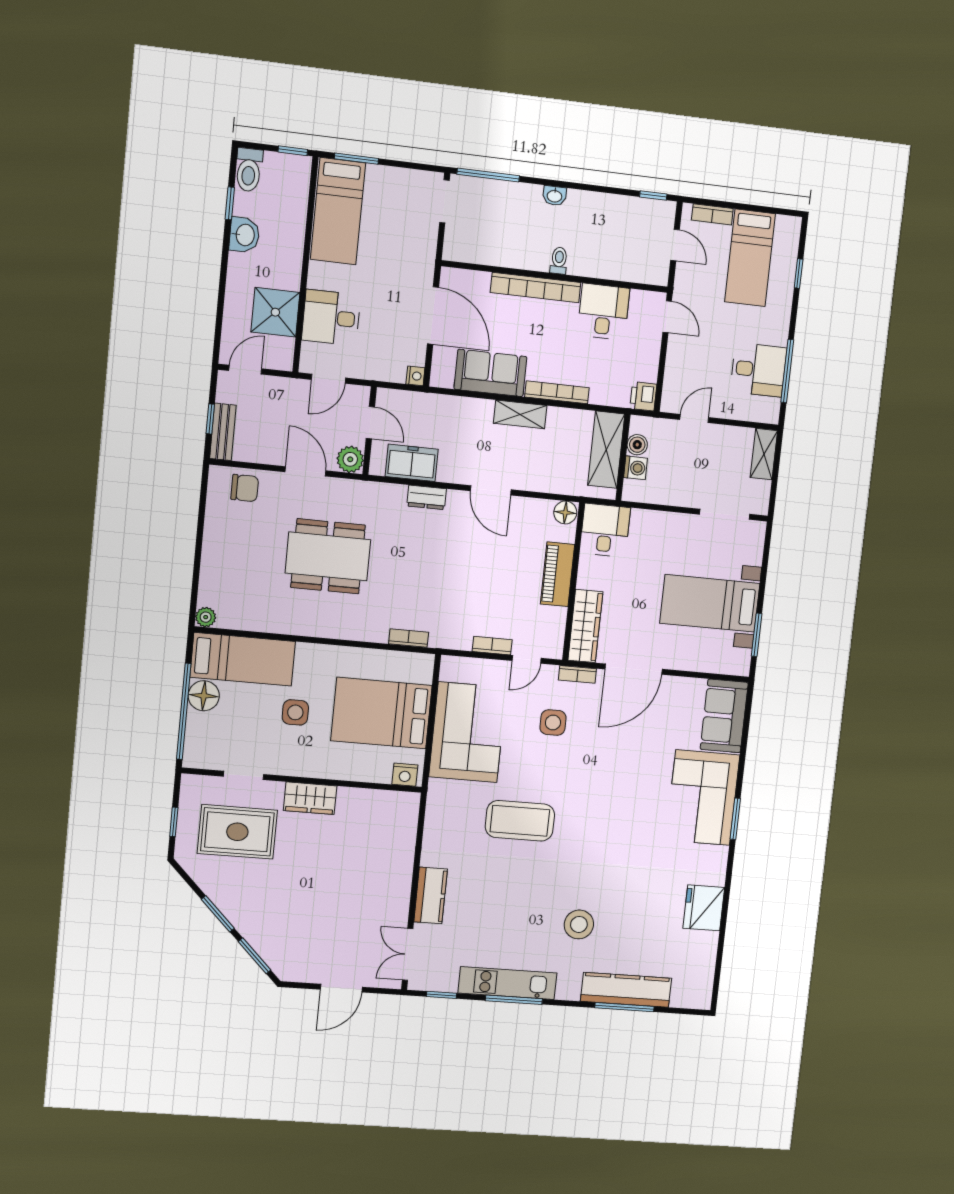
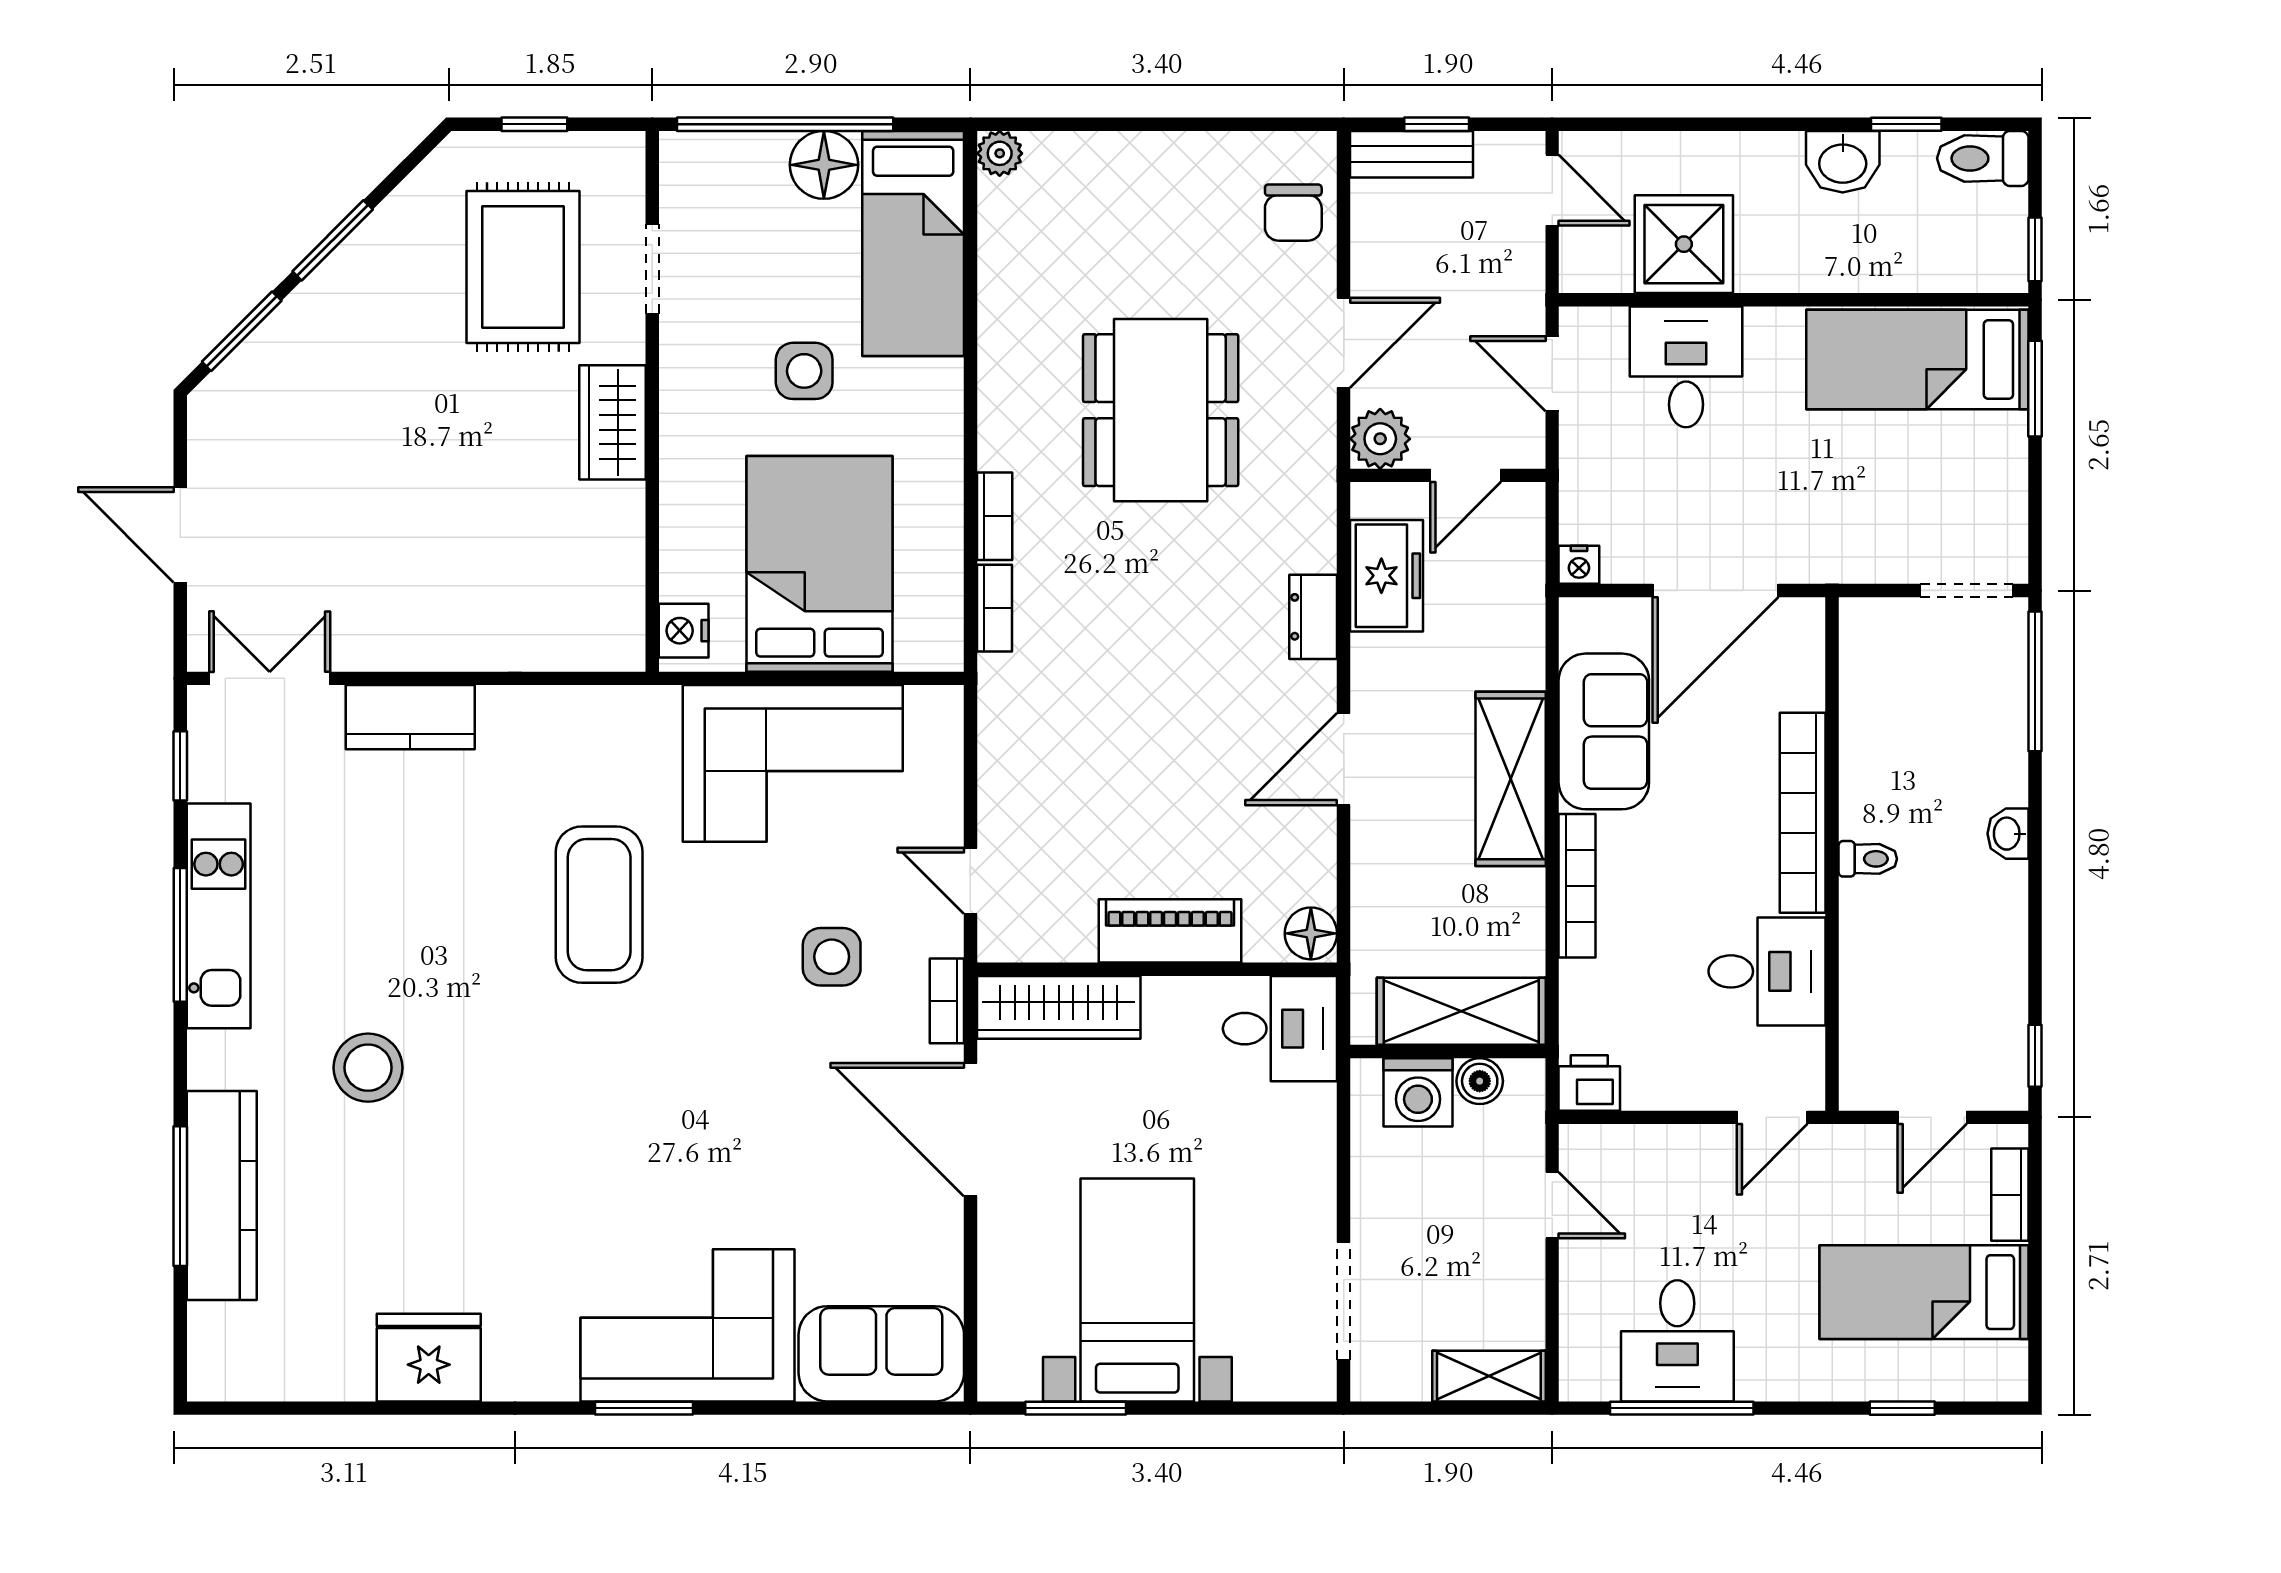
shelving: (520, 414) -> (1511, 779), width x1.50, depth x1.33
washing machine: (636, 468) -> (1418, 1092), width x1.38, depth x1.38
bookcase: (492, 646) -> (995, 516), moved

